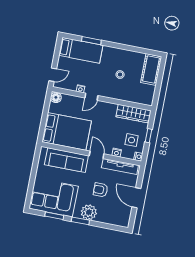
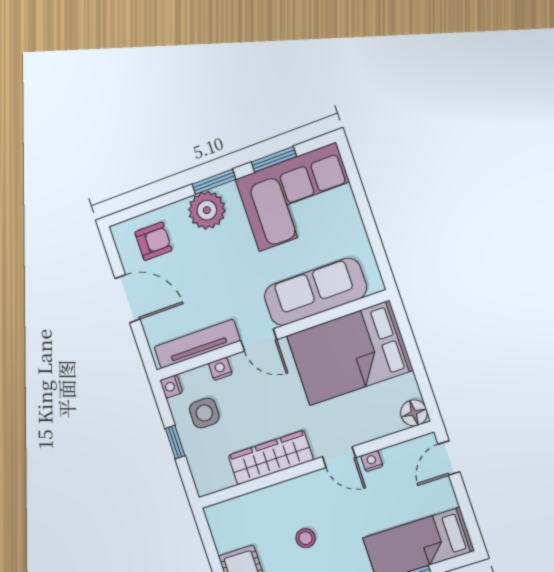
door: (91, 97) -> (339, 457), swing flipped
wardrobe: (134, 114) -> (271, 458), moved
armchair: (101, 190) -> (153, 241), moved

